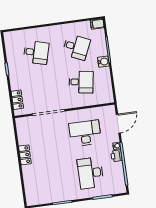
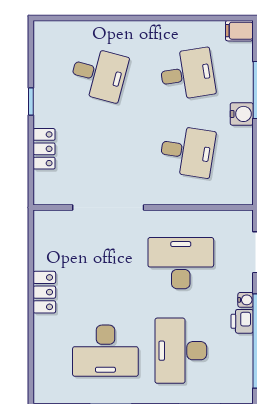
desk: (76, 47) -> (187, 74), turned -33
locker: (17, 100) -> (44, 149), moved
desk: (56, 178) -> (105, 351), added

